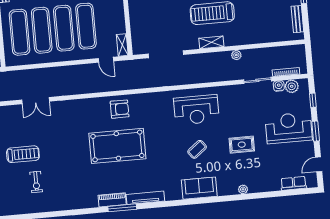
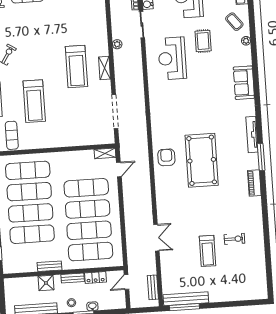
reception desk: (196, 110) -> (172, 58), moved, turned 180
coffee table: (197, 149) -> (234, 22), moved
treadmill: (23, 154) -> (208, 251), turned 180
piano: (112, 200) -> (254, 183), moved

